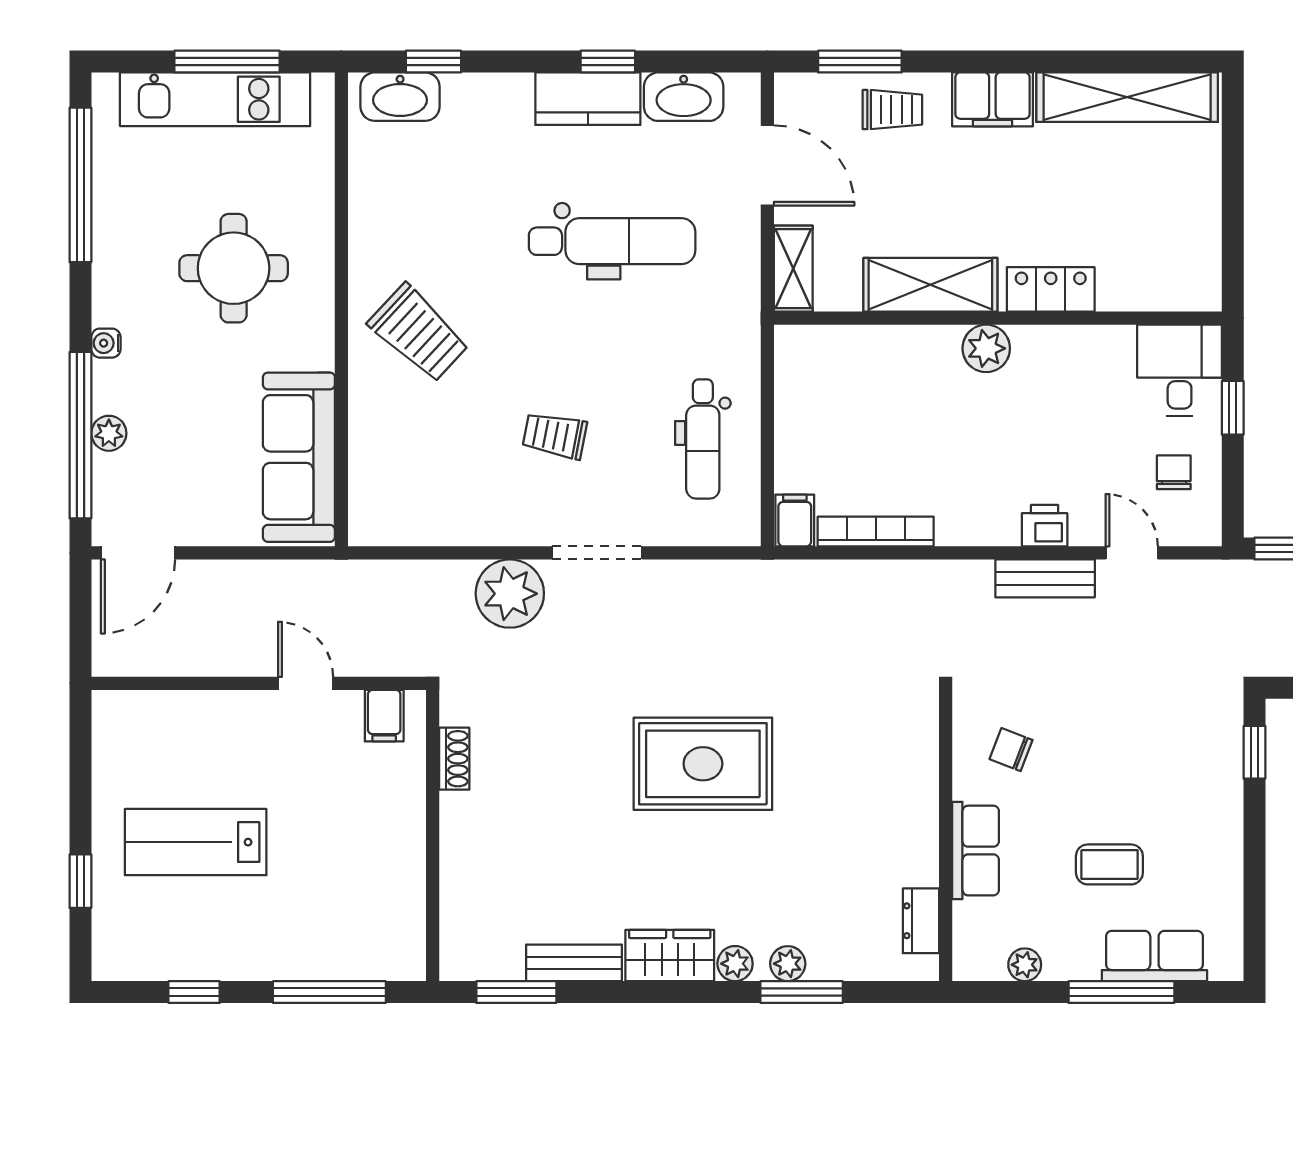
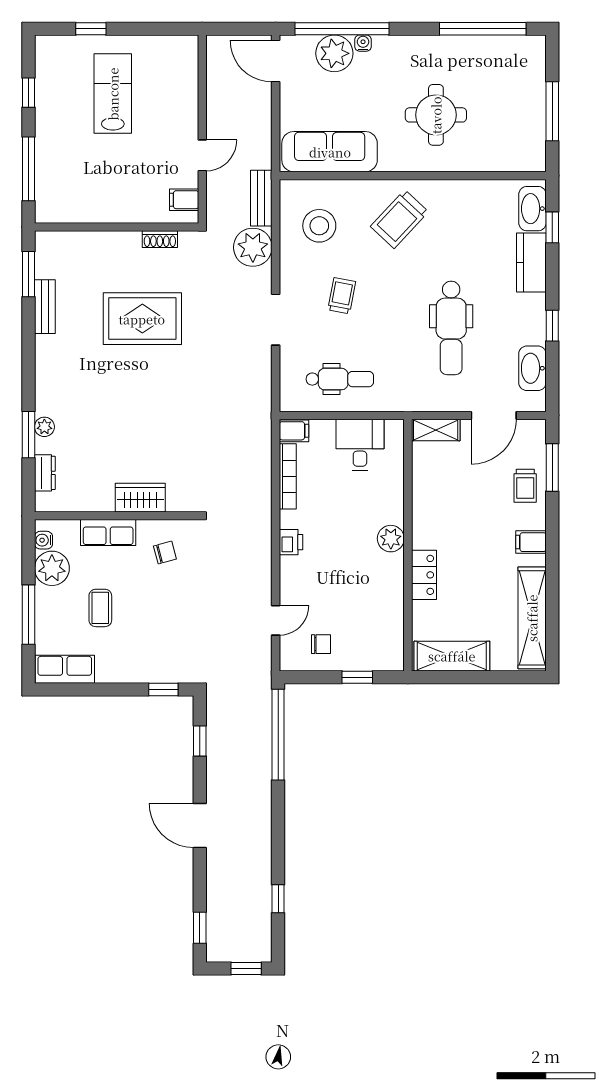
kitchen unit: (215, 99) -> (531, 104), removed
kitchen counter: (588, 99) -> (531, 262), moved
filing cabinet: (992, 99) -> (531, 542), width x0.50
shelving: (930, 285) -> (452, 656), moved, turned 90
water cooler: (106, 343) -> (363, 43), moved
desk: (1180, 370) -> (360, 445), moved, turned -90
plant: (109, 433) -> (334, 53), width x1.87, depth x1.87
dental chair: (703, 439) -> (340, 379), turned 180
stool: (431, 475) -> (319, 226), added
printer: (1045, 526) -> (291, 542), moved
bench: (1045, 578) -> (261, 198), moved
plant: (510, 594) -> (253, 247), moved
chair: (1011, 750) -> (165, 553), turned 54
rug: (703, 764) -> (142, 319), moved, turned 90
dresser: (921, 921) -> (45, 473), moved, turned 90
wardrobe: (670, 955) -> (140, 498), moved, turned -90
row of seats: (1154, 956) -> (65, 669), moved, turned -90
plant: (735, 964) -> (44, 397), removed
water cooler: (989, 965) -> (43, 540), added
plant: (1025, 965) -> (52, 568), width x1.87, depth x1.87

